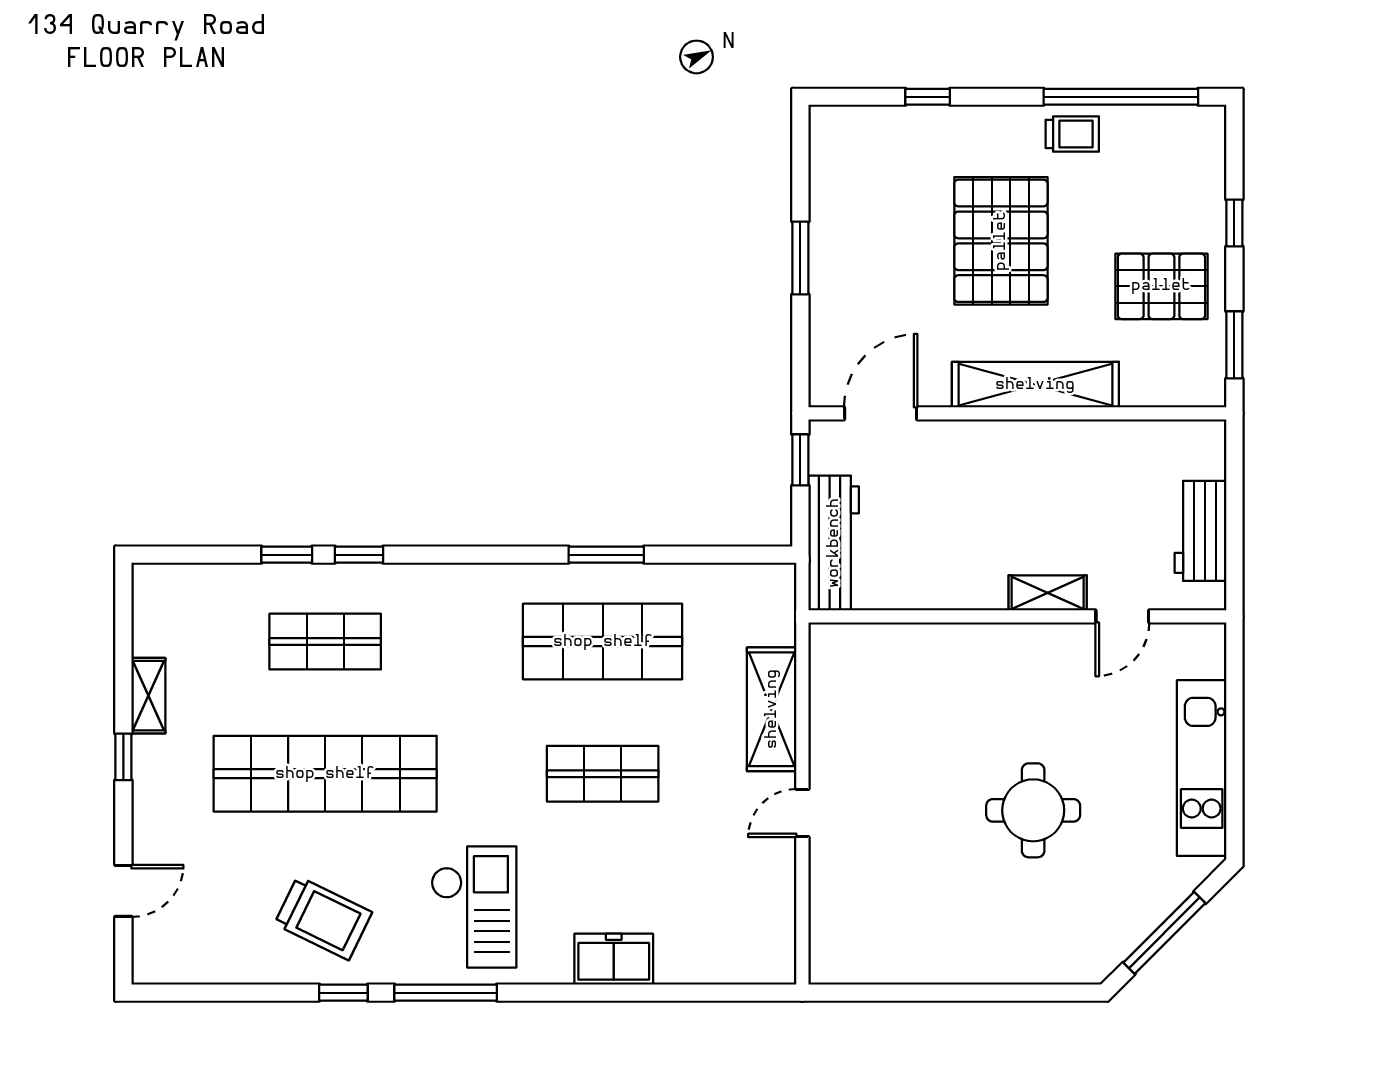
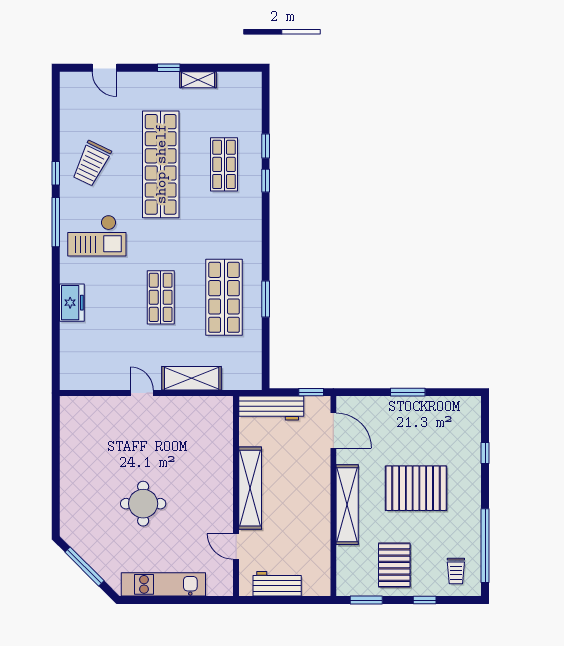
trolley: (1072, 134) -> (456, 571), moved
shelving: (1048, 593) -> (250, 488), width x2.20, depth x1.33

